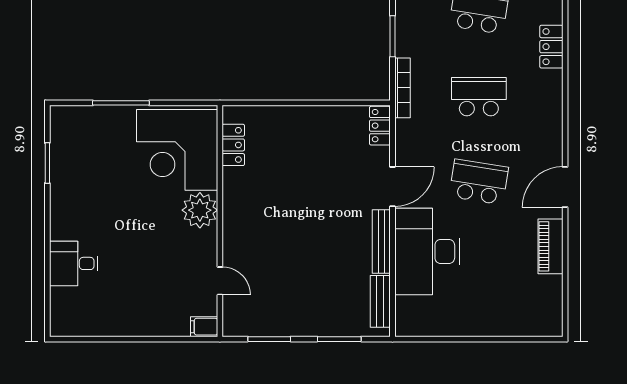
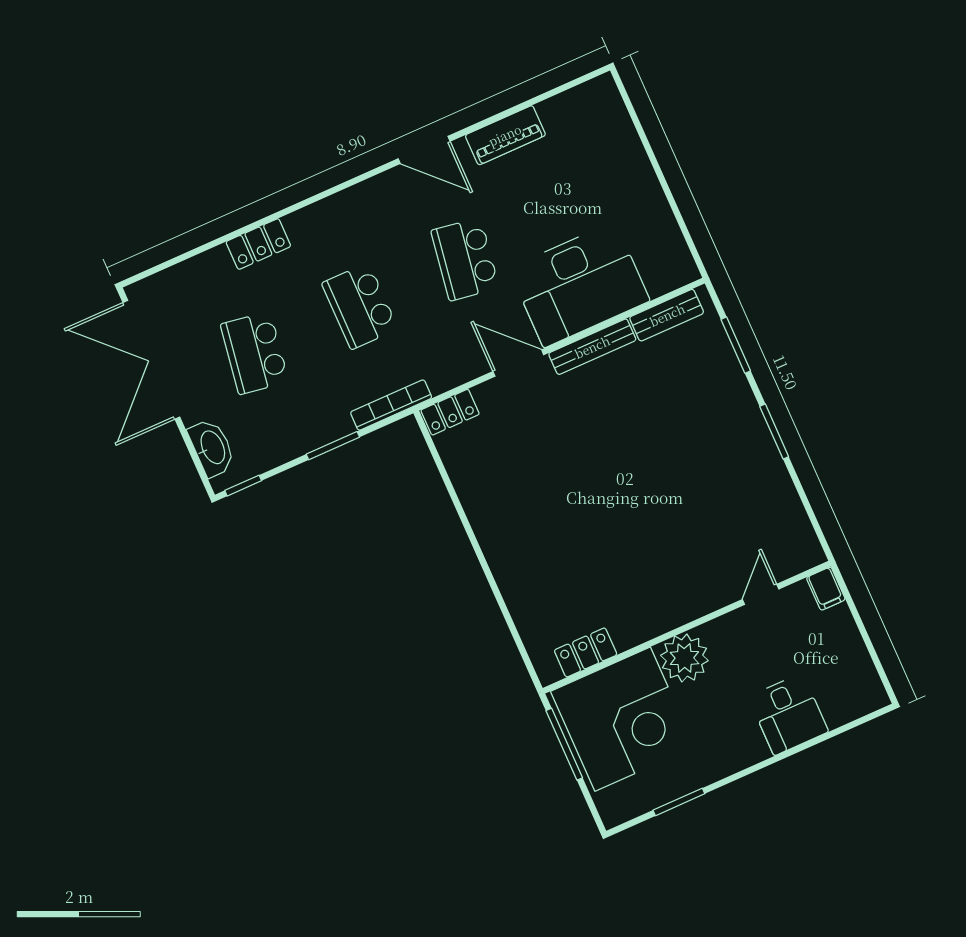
locker: (233, 145) -> (586, 652), moved
corner desk: (177, 150) -> (623, 719), moved
plant: (200, 210) -> (684, 658), moved
wall: (220, 221) -> (687, 627), moved
door: (220, 281) -> (761, 594), moved
filing cabinet: (204, 327) -> (826, 589), moved

